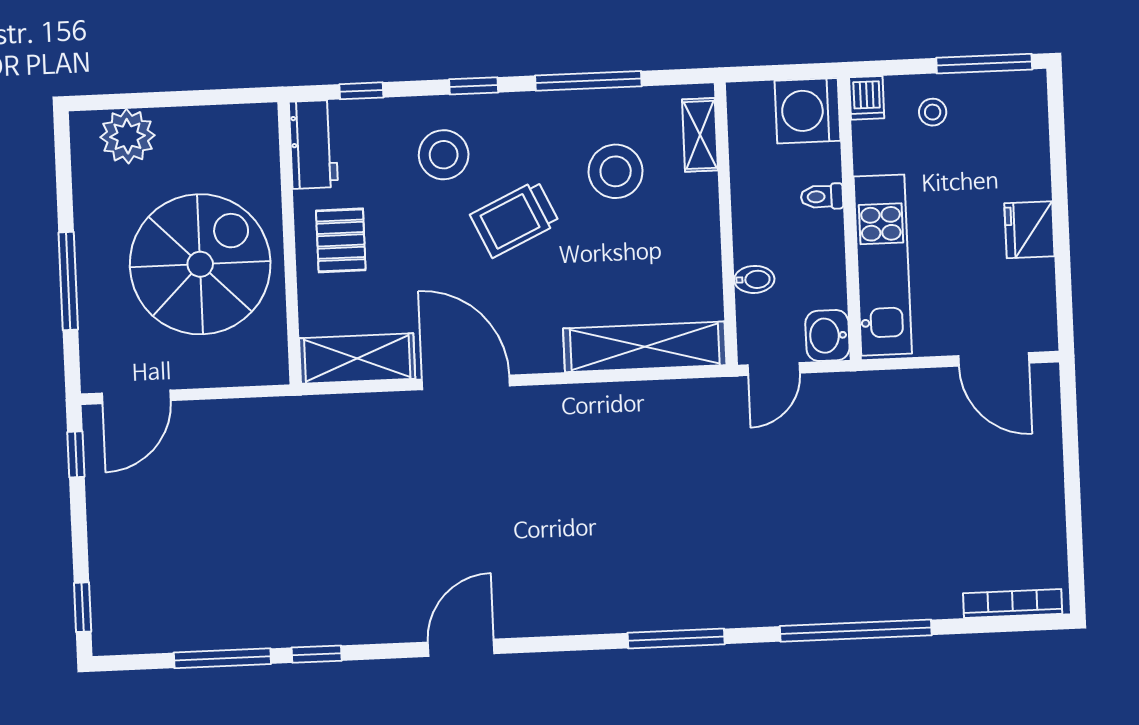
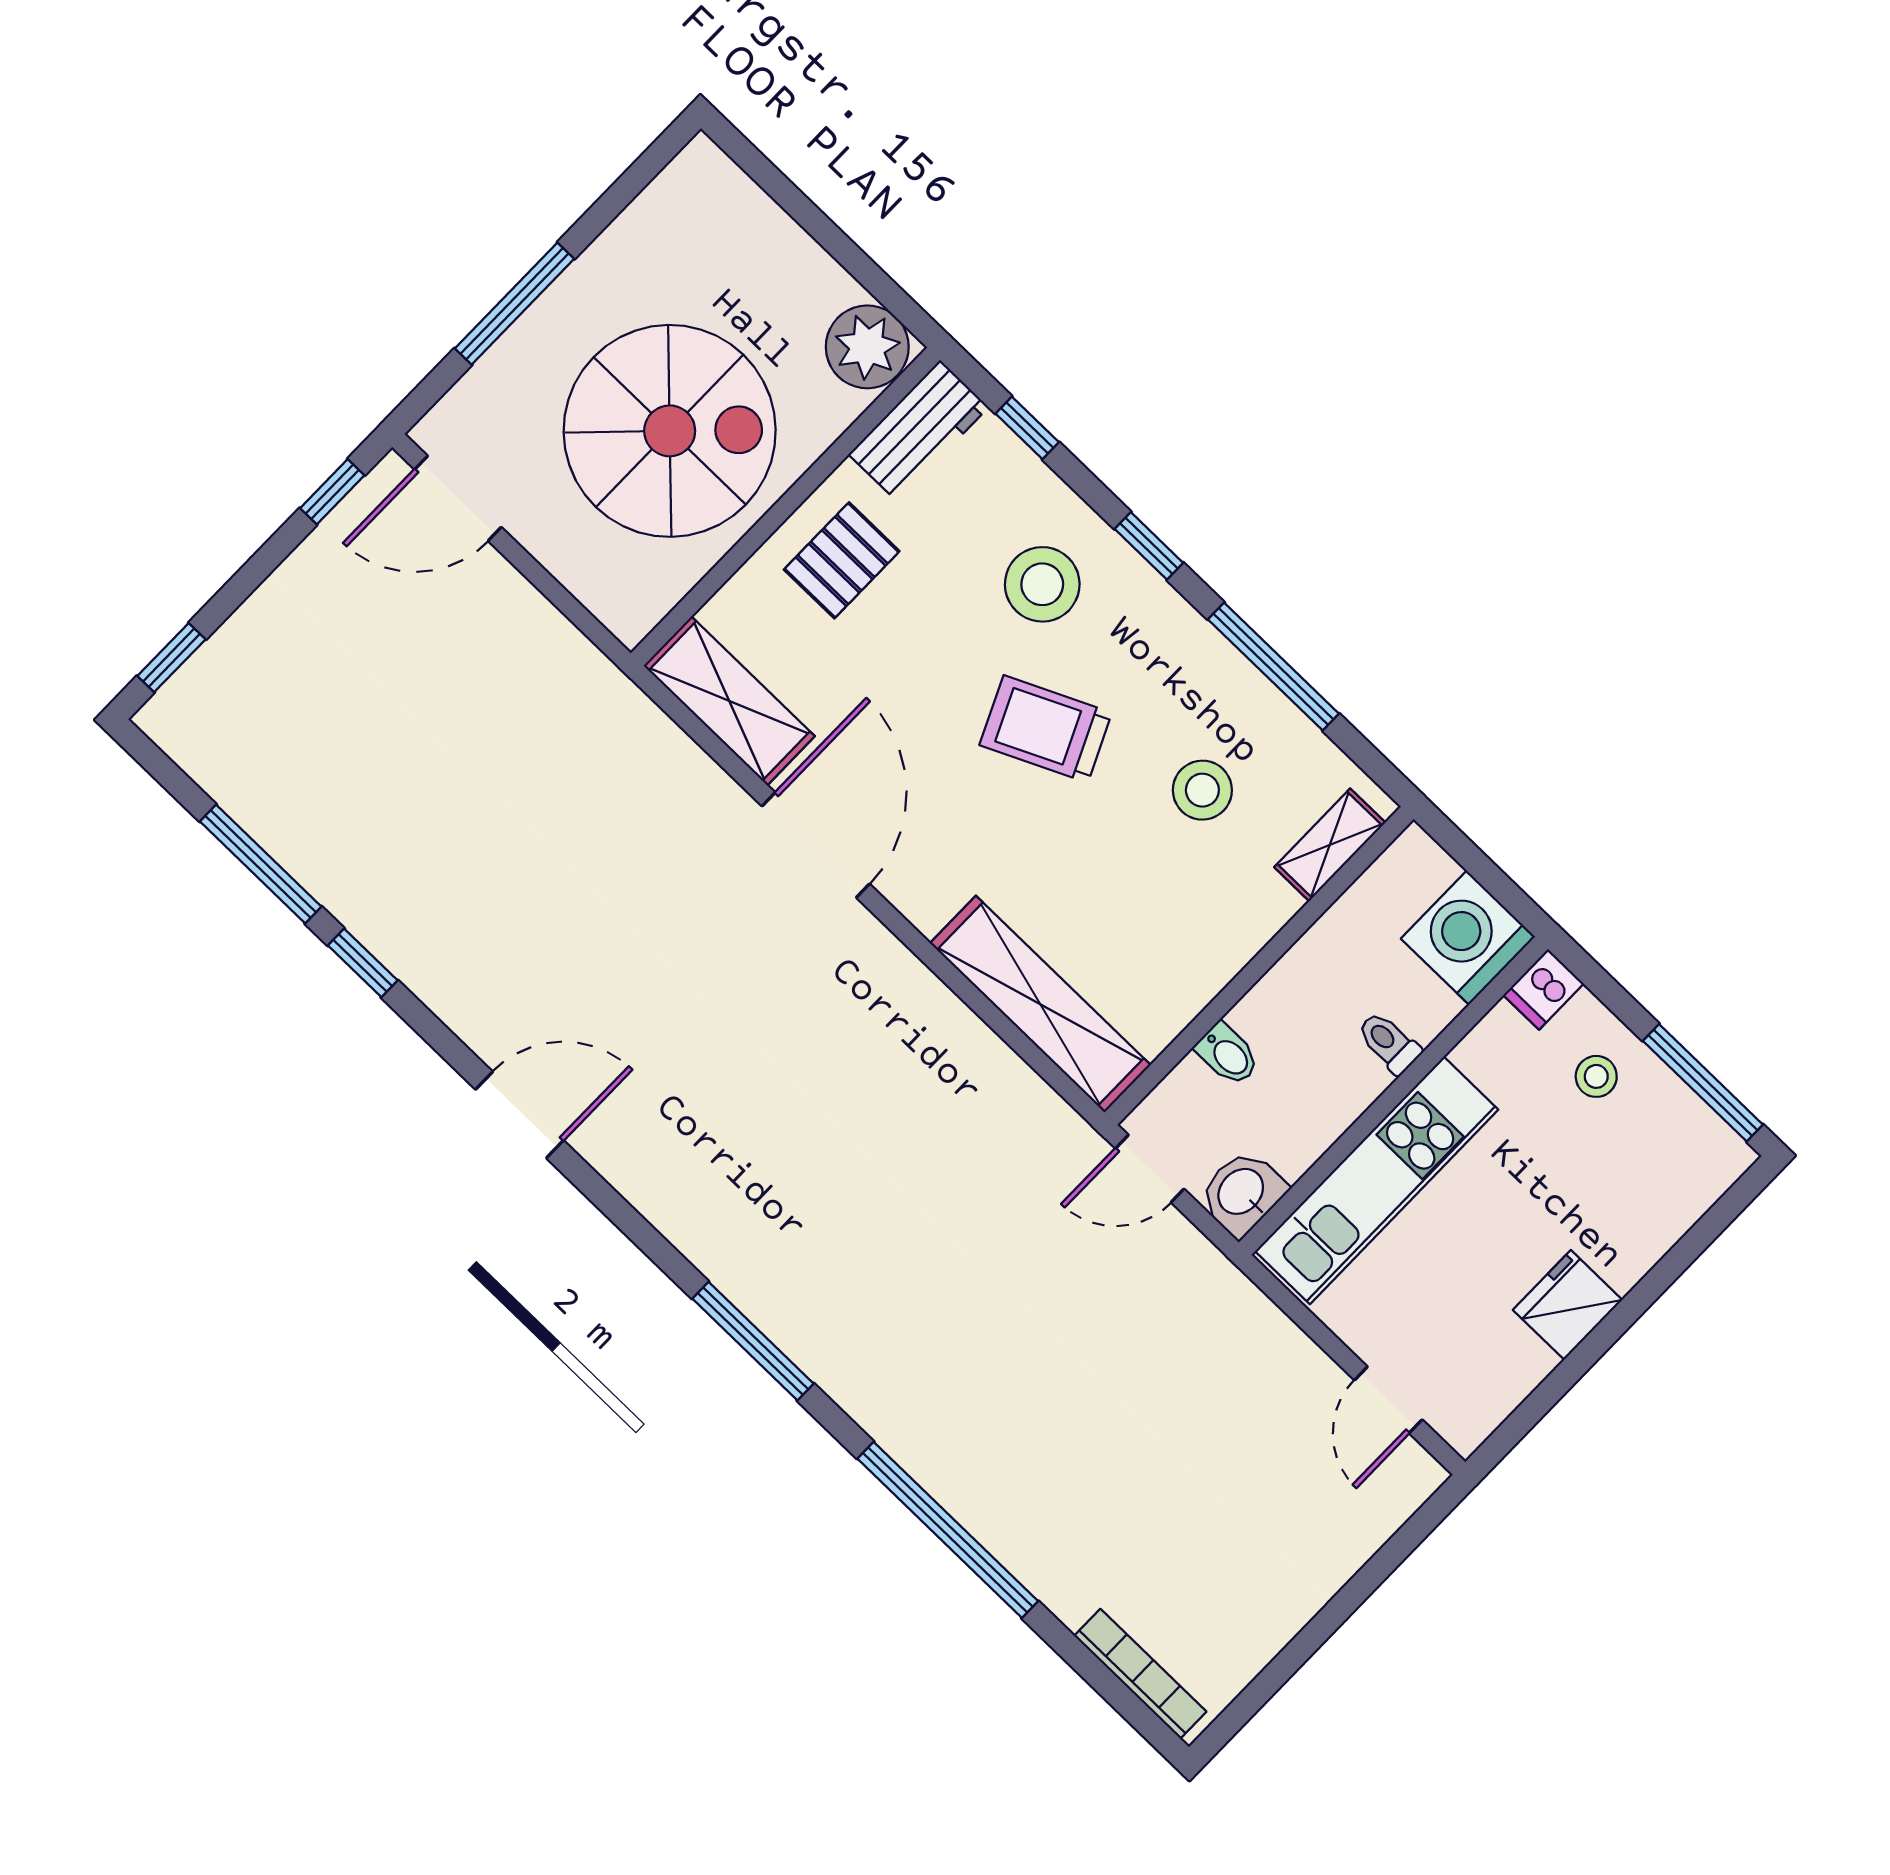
plant: (127, 136) -> (867, 347), moved
stool: (616, 171) -> (1202, 790), width x0.73, depth x0.73
door: (994, 359) -> (1388, 1400), width x0.73

